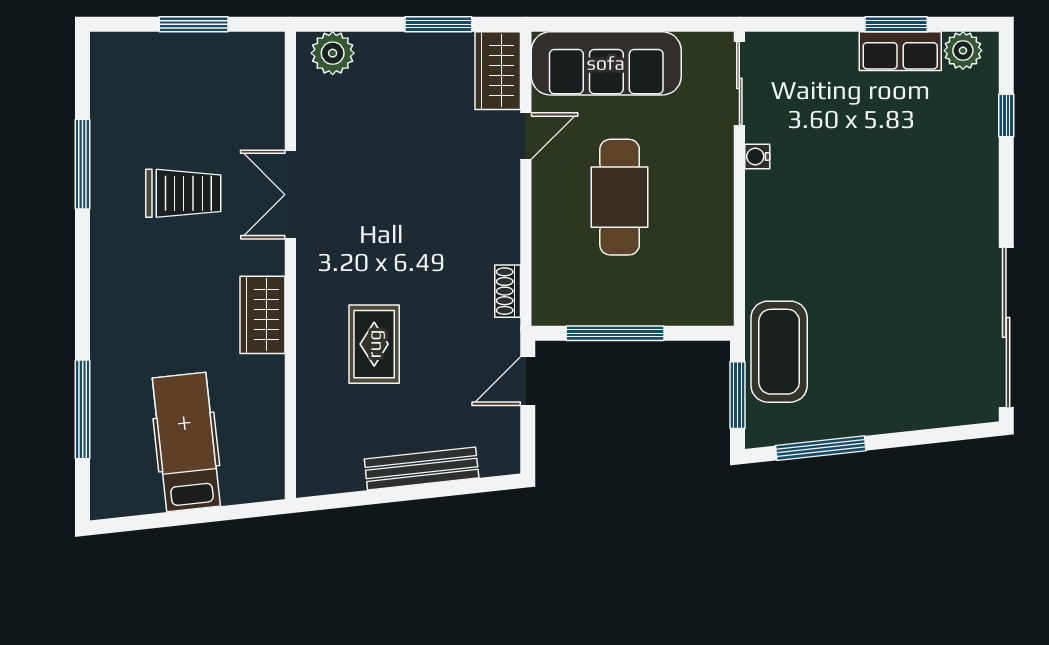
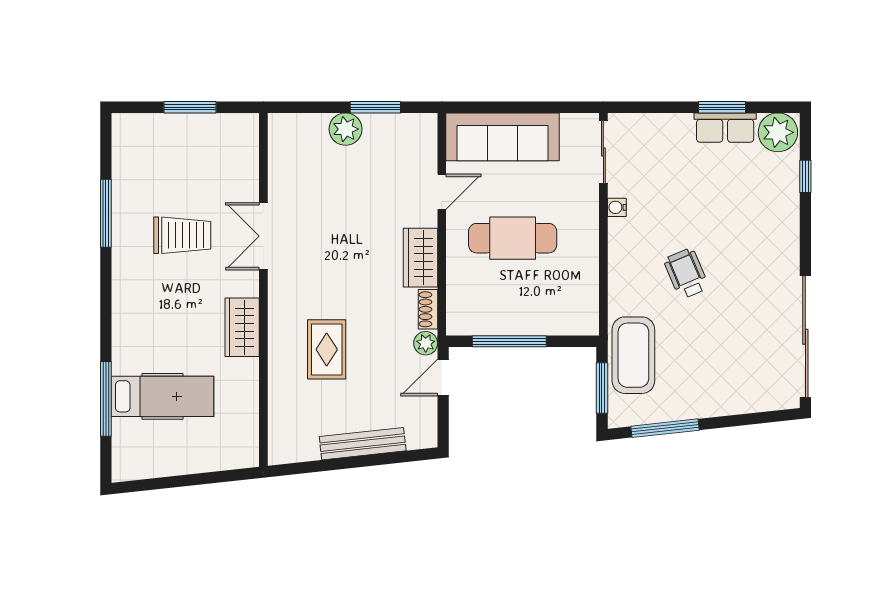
plant: (963, 51) -> (778, 132), width x1.36, depth x1.36
plant: (333, 53) -> (346, 129), moved
wardrobe: (498, 71) -> (420, 258), moved
cafe table: (620, 197) -> (513, 238), turned 90
wheelchair: (849, 244) -> (686, 274), added
plant: (505, 336) -> (426, 343), added
hospital bed: (186, 442) -> (163, 396), moved, turned 96

